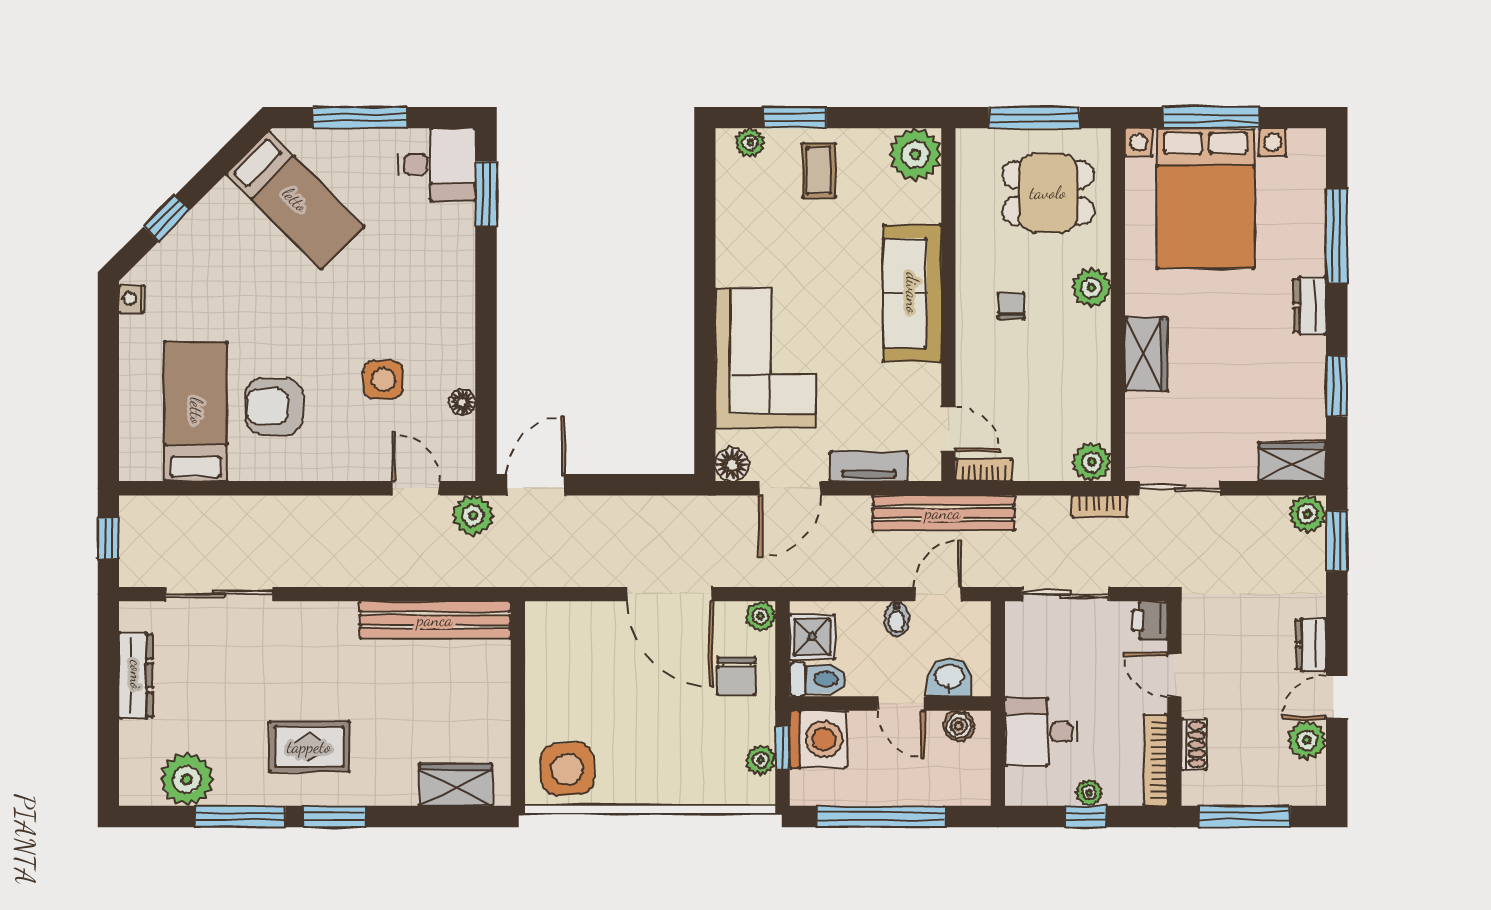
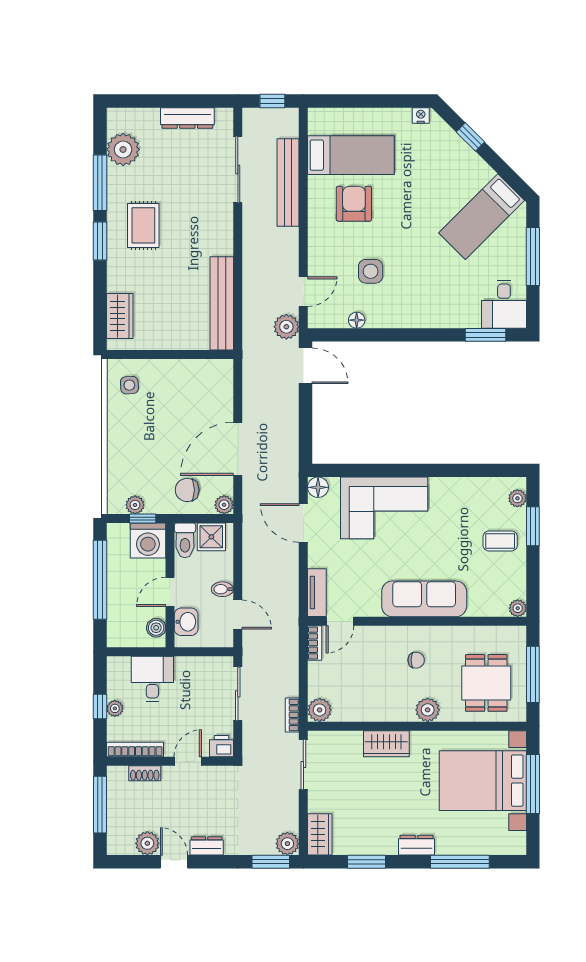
plant: (915, 154) -> (518, 608), width x0.53, depth x0.53
tv unit: (869, 466) -> (317, 593), moved
bench: (943, 513) -> (288, 183), moved
side table: (567, 769) -> (129, 385), width x0.54, depth x0.54

